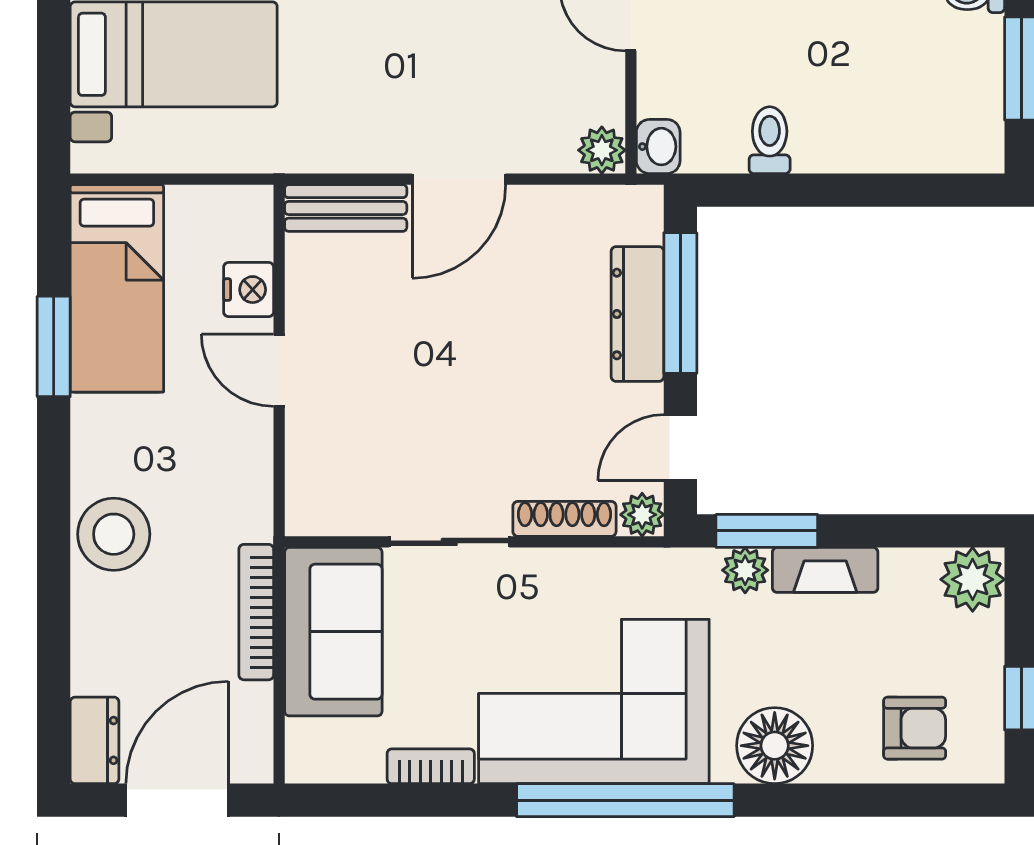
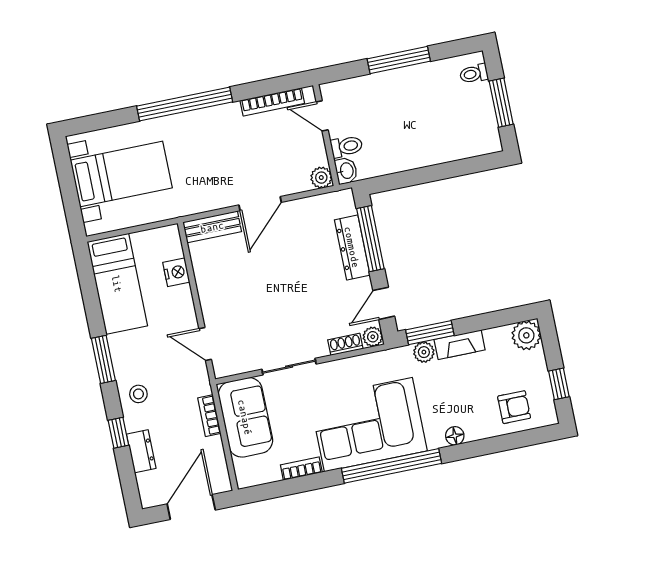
toilet: (770, 140) -> (347, 146), moved, turned 90
window: (54, 346) -> (103, 359), moved
door: (279, 370) -> (205, 344), moved
shoe rack: (564, 519) -> (345, 344), width x0.70
stool: (114, 534) -> (138, 394), width x0.53, depth x0.53
window: (54, 609) -> (118, 433), added
bookcase: (256, 612) -> (209, 416), width x0.64
dresser: (95, 740) -> (141, 451), moved
floor lamp: (775, 746) -> (455, 436), width x0.53, depth x0.53

